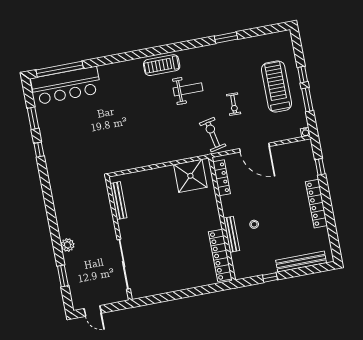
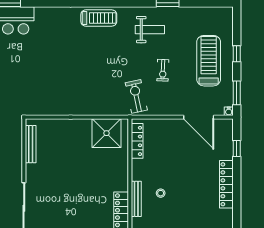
treadmill: (162, 65) -> (99, 18), turned 180
weight bench: (188, 89) -> (150, 30), moved
window: (307, 100) -> (237, 93), moved
door: (255, 148) -> (199, 117), moved

